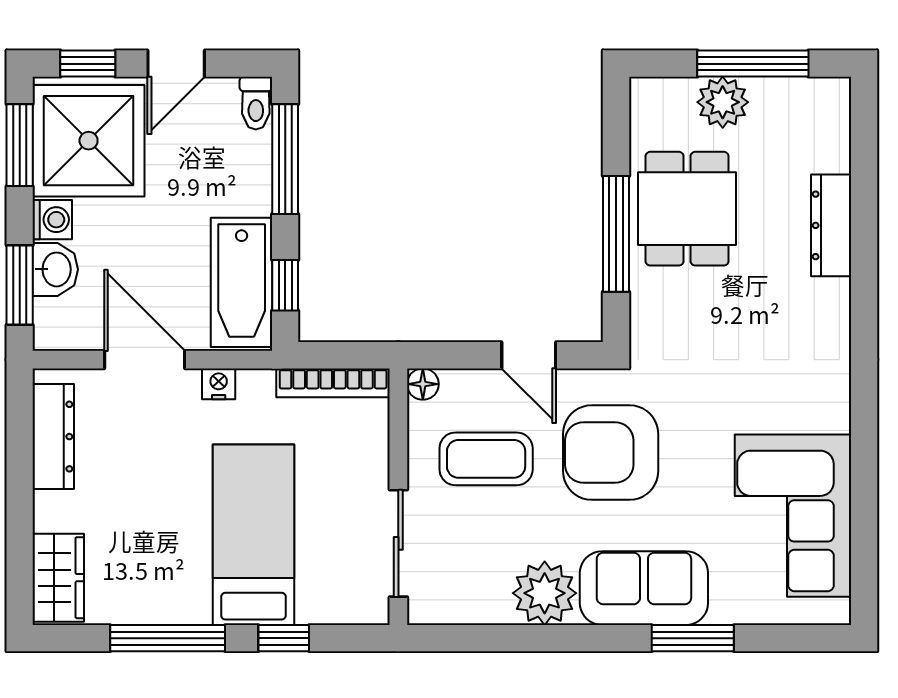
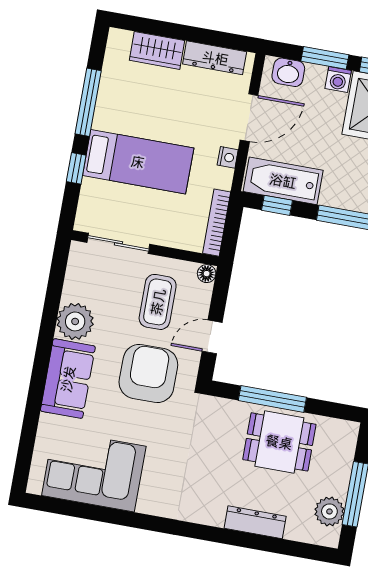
plant: (723, 102) -> (329, 511), moved
washbasin: (55, 269) -> (288, 72), moved
window: (20, 285) -> (325, 58), moved
wardrobe: (58, 578) -> (157, 50), moved
window: (693, 638) -> (34, 401), removed

